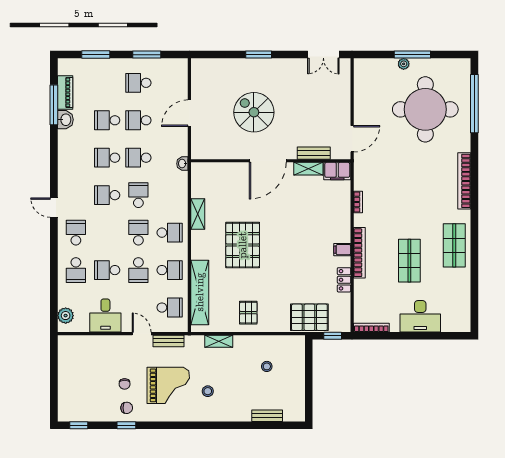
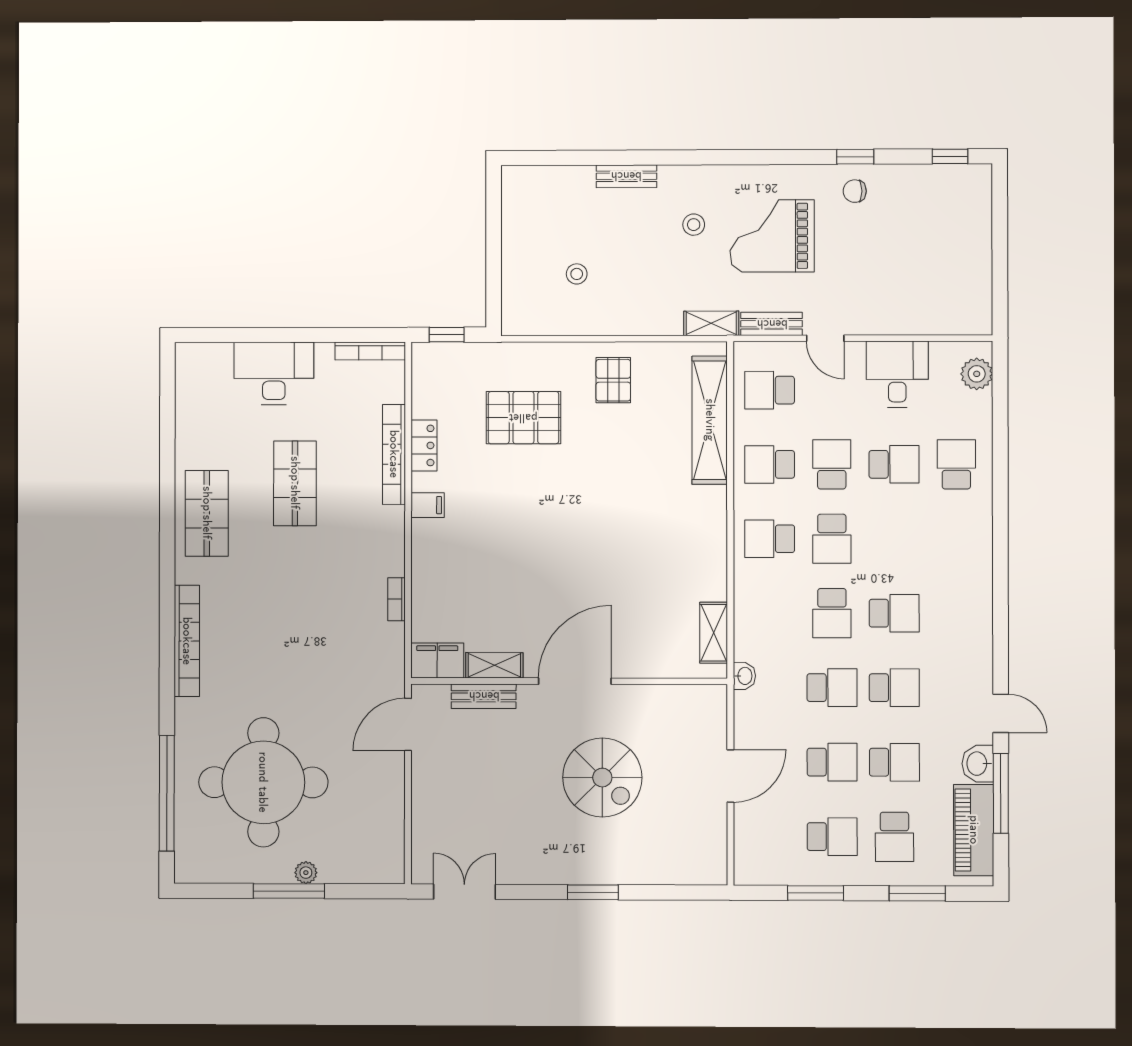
piano: (65, 92) -> (974, 830), width x1.37, depth x1.33
door: (54, 208) -> (1001, 713), moved
shelving: (198, 214) -> (714, 633), moved
school desk: (76, 233) -> (894, 837), moved
pallet: (243, 245) -> (625, 514), removed
bookcase: (359, 253) -> (394, 454), moved
pallet: (309, 317) -> (523, 418), moved
shelving: (219, 341) -> (711, 323), moved
chair: (125, 384) -> (859, 238), removed
bench: (267, 416) -> (626, 176), moved

